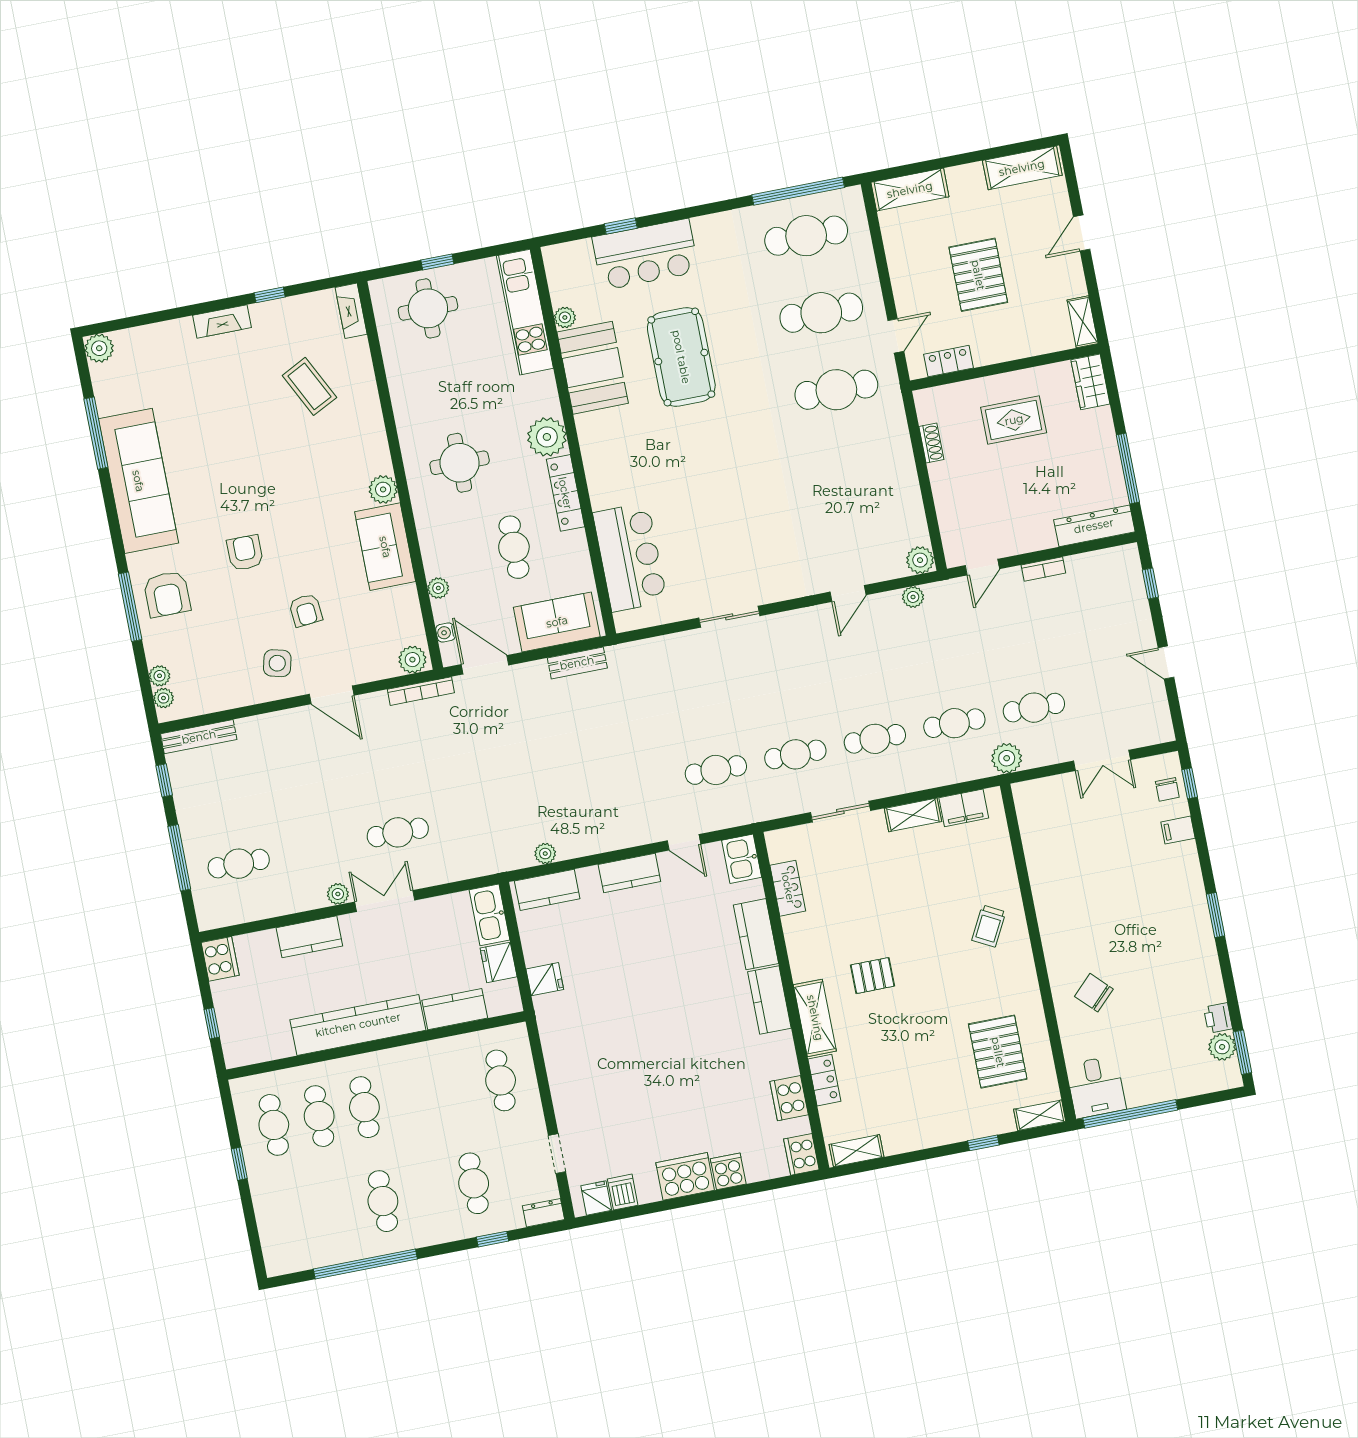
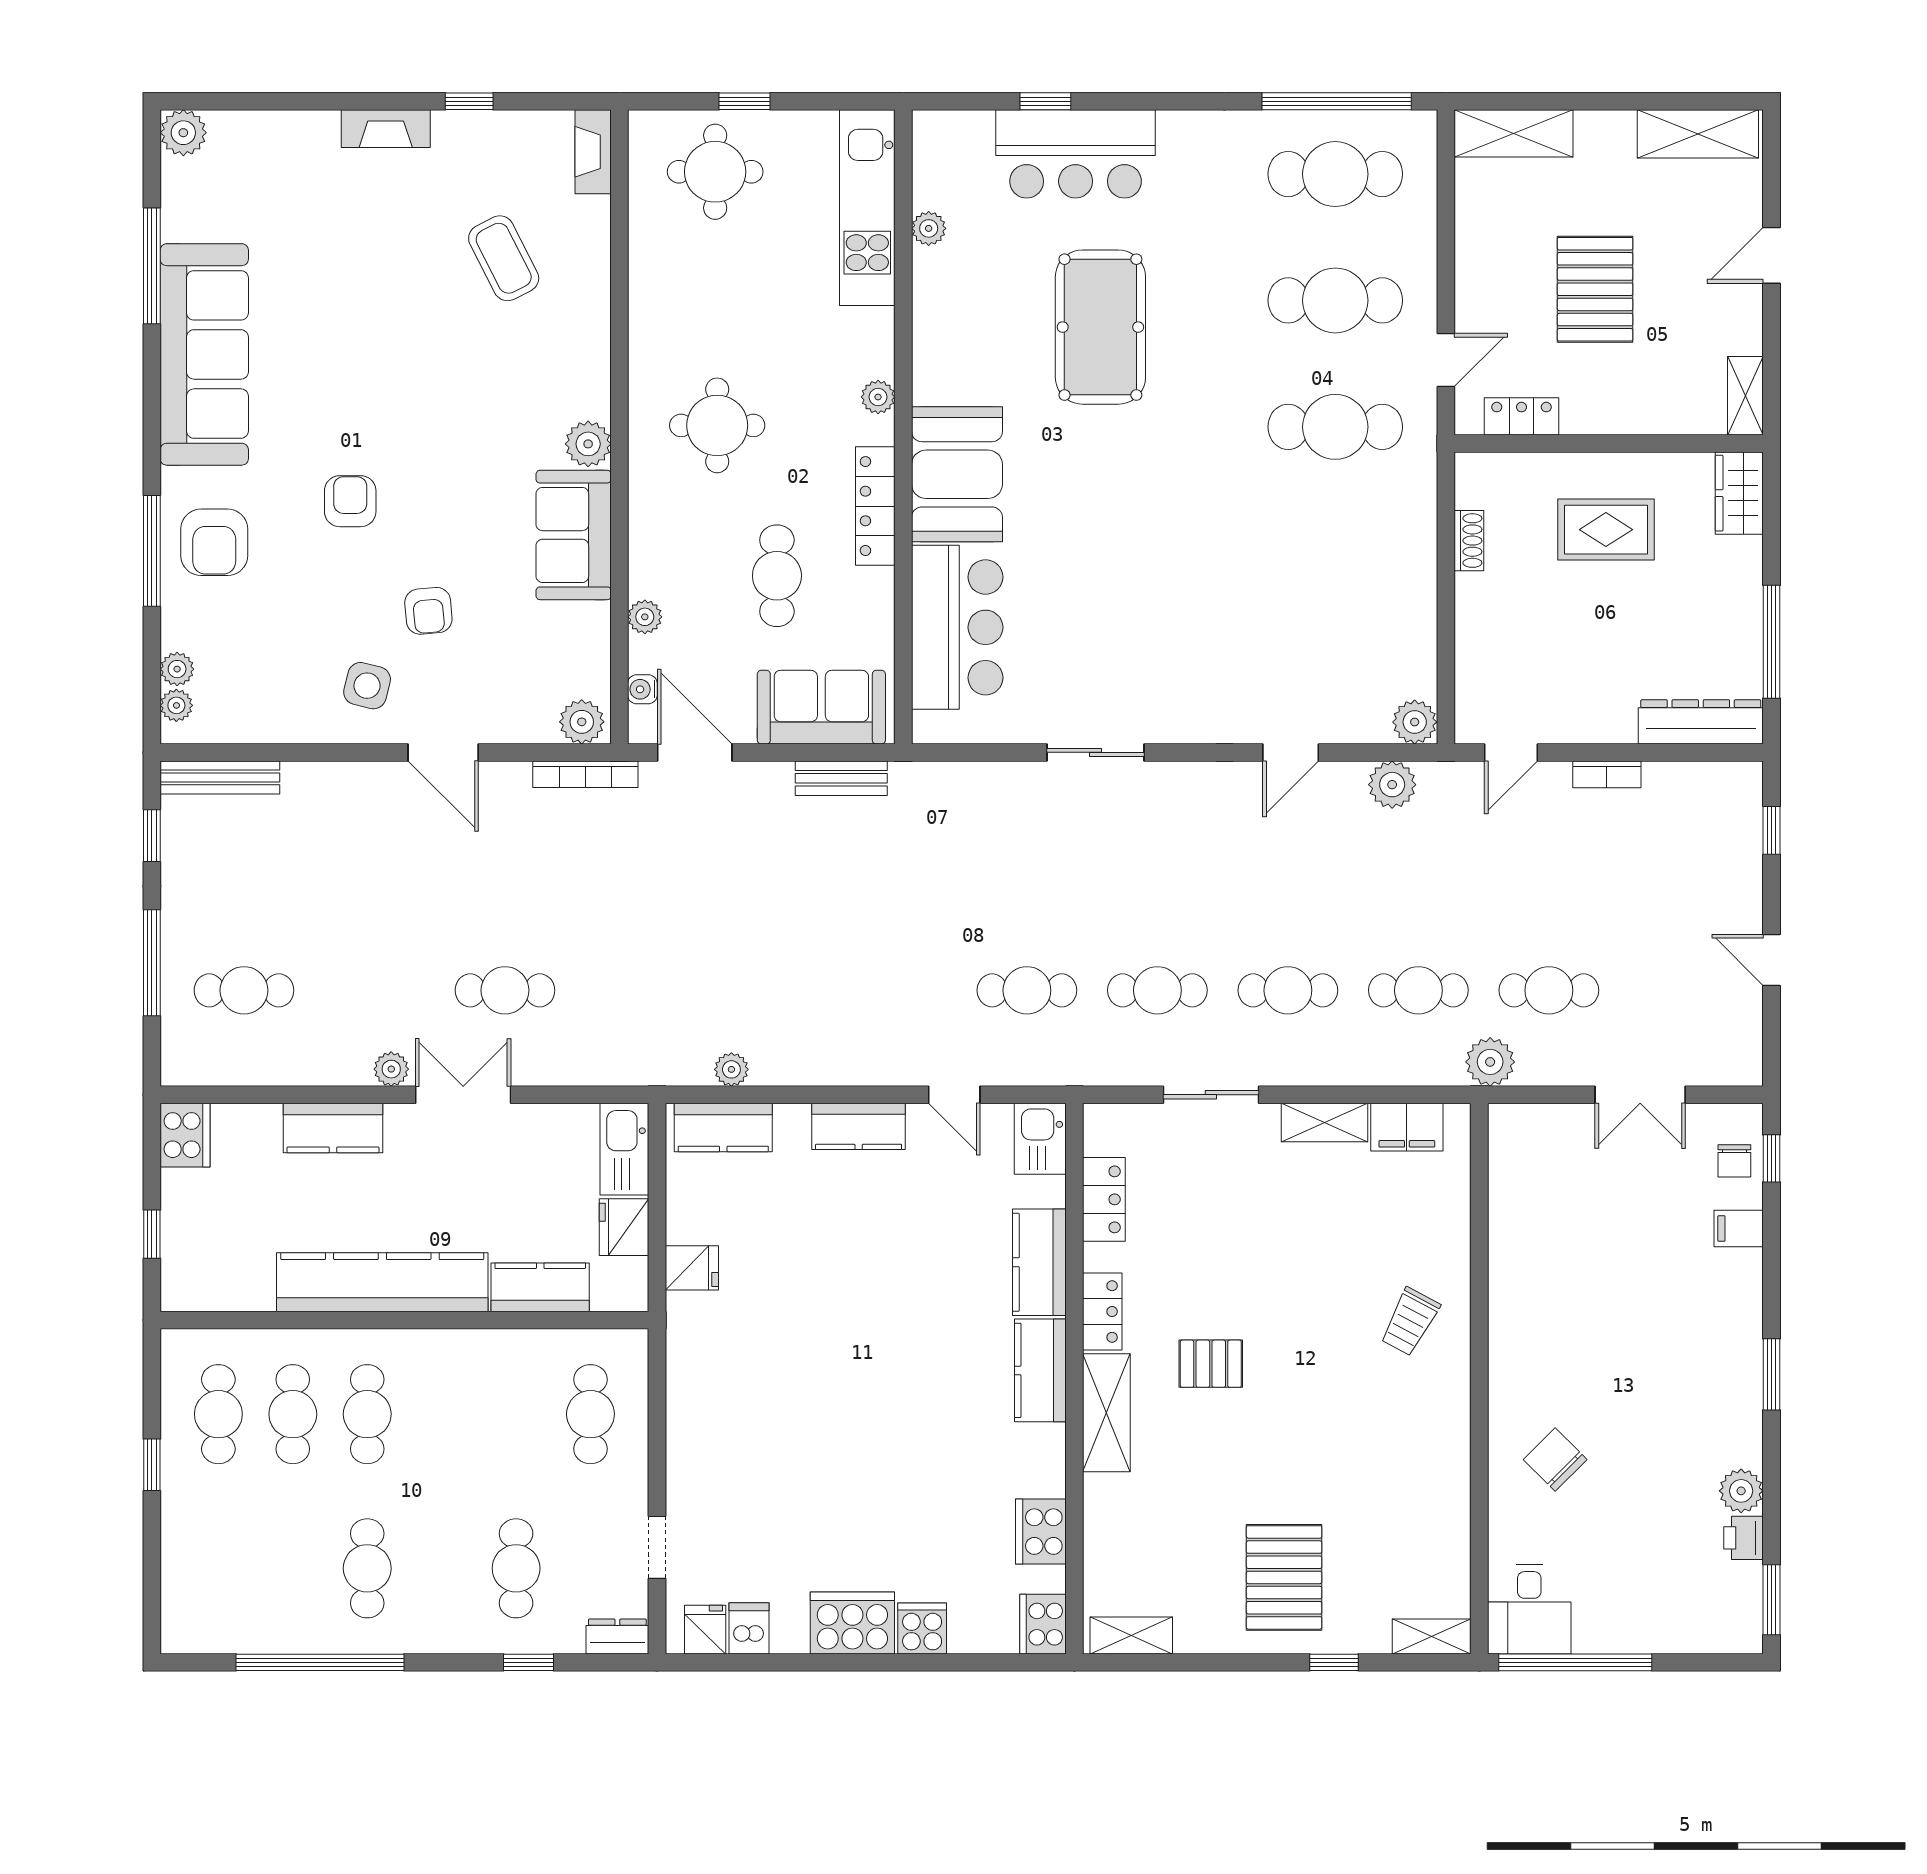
booth: (593, 368) -> (957, 474), moved
plant: (547, 437) -> (878, 397), width x0.53, depth x0.53
plant: (913, 597) -> (1392, 785), width x1.38, depth x1.38
plant: (1222, 1047) -> (1741, 1491), moved
pallet: (998, 1052) -> (1284, 1577), moved
locker: (824, 1080) -> (1102, 1312), moved

